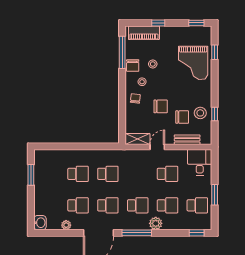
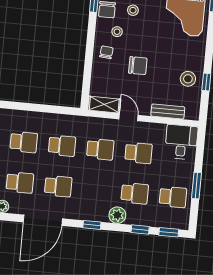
chair: (182, 117) -> (164, 82), removed
door: (157, 147) -> (129, 117), hinge flipped
school desk: (138, 205) -> (100, 149), moved
window: (137, 233) -> (92, 225), width x0.46
window: (174, 233) -> (140, 230), added

